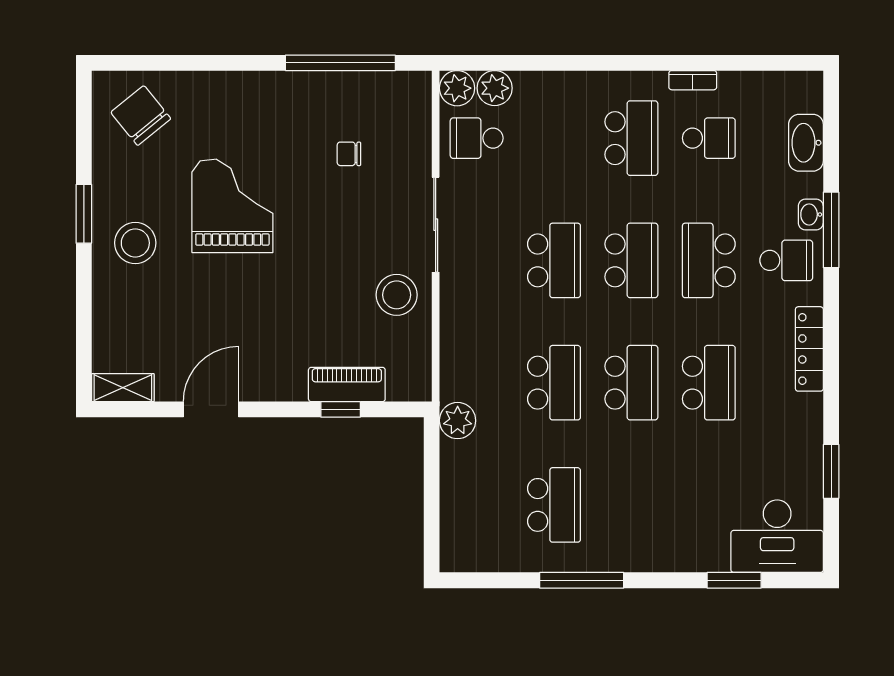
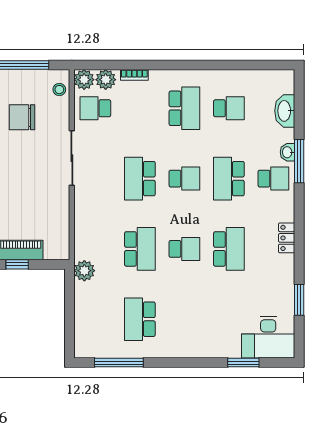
bookcase: (693, 80) -> (134, 75), moved
chair: (349, 154) -> (22, 117), width x1.87, depth x1.87
school desk: (554, 260) -> (140, 179), turned 180
school desk: (631, 260) -> (184, 179), width x0.54
stool: (397, 295) -> (59, 90), moved, width x0.53, depth x0.53
locker: (809, 349) -> (287, 238), width x0.66
school desk: (631, 383) -> (184, 249), width x0.54
school desk: (554, 505) -> (140, 319), turned 180
window: (582, 580) -> (119, 363), moved

